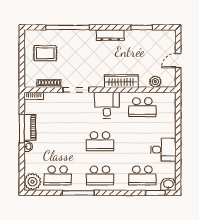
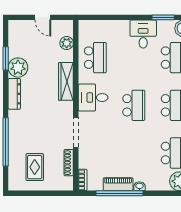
plant: (134, 38) -> (18, 68), added
window: (22, 129) -> (119, 193), width x1.46
window: (178, 167) -> (163, 17), added

